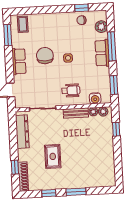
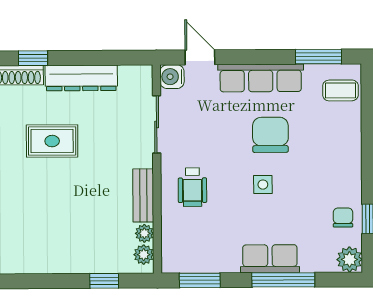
plant: (101, 27) -> (349, 259), moved
chair: (45, 56) -> (270, 135), turned -90
row of seats: (19, 61) -> (261, 78), width x1.48
water cooler: (95, 98) -> (172, 77), moved
dresser: (22, 132) -> (81, 78), moved

